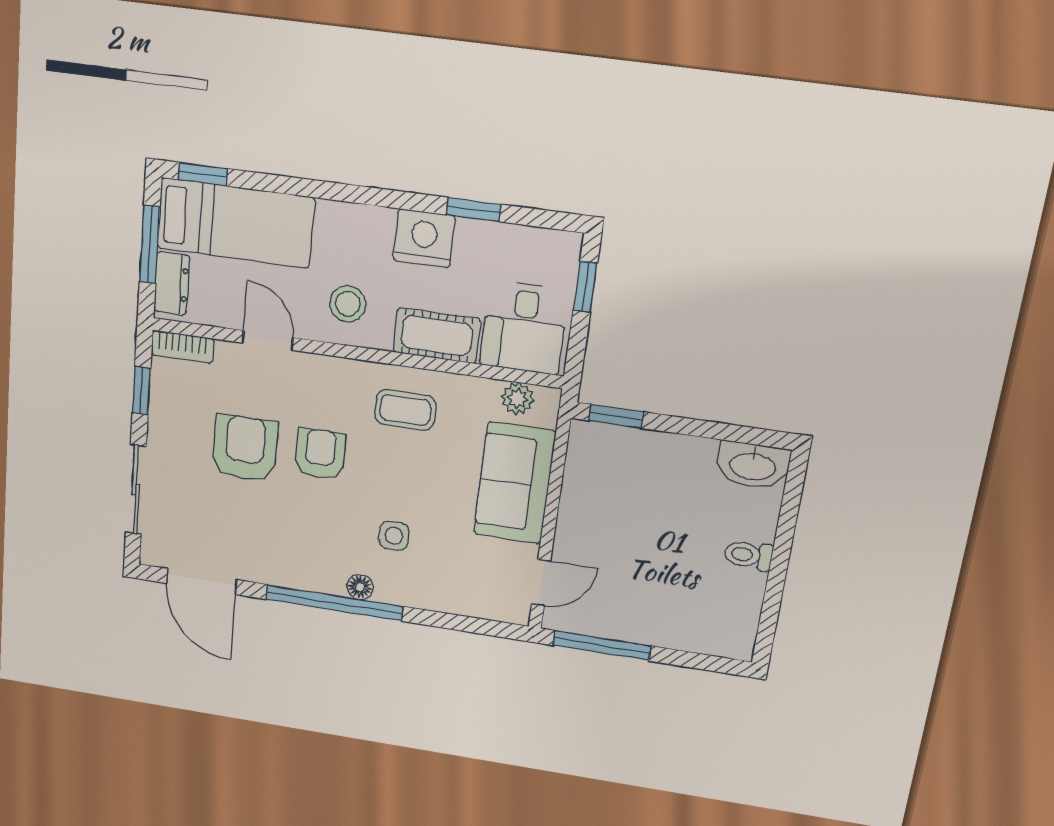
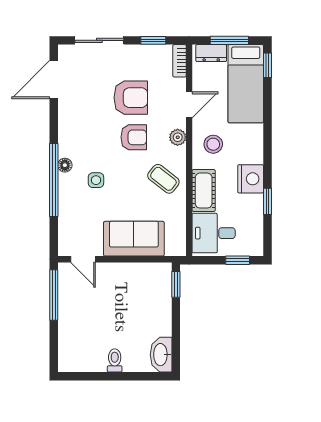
plant: (518, 398) -> (178, 137), moved
coffee table: (405, 410) -> (163, 179), turned -52
window: (334, 603) -> (54, 180), moved

